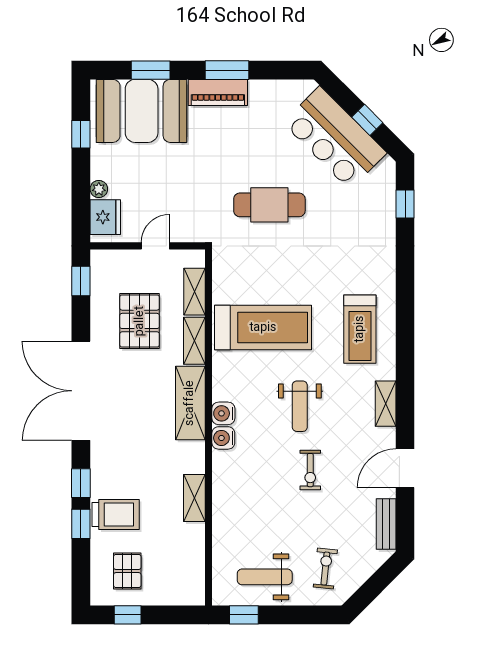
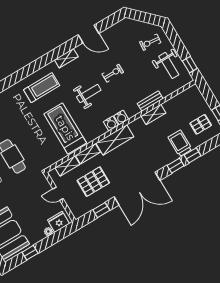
window: (81, 281) -> (101, 210), moved
bench: (386, 524) -> (150, 101), moved

